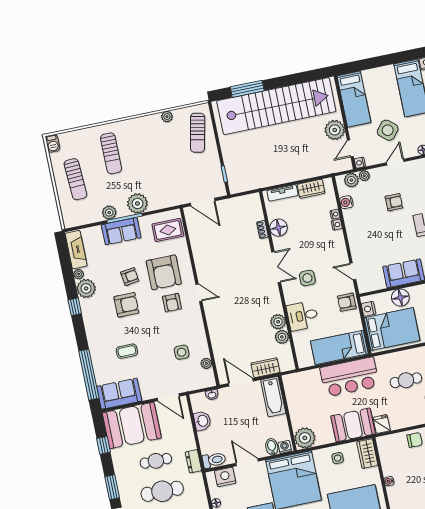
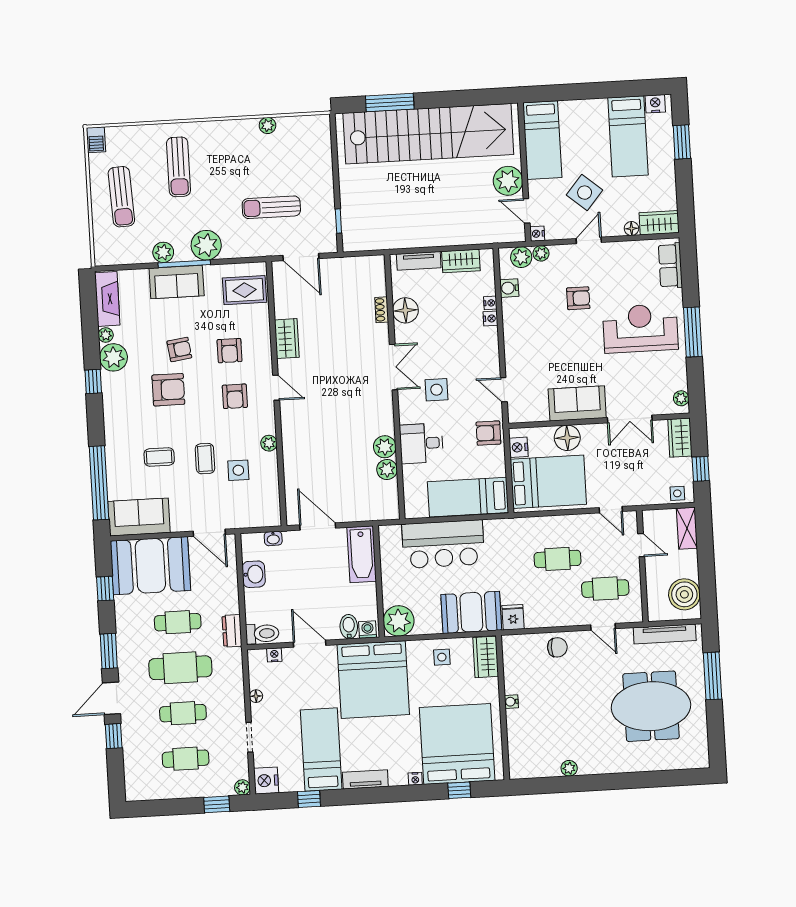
sun lounger: (198, 133) -> (271, 207), moved, turned 78
door: (350, 148) -> (527, 211), hinge flipped
armchair: (164, 272) -> (230, 351), width x0.53, depth x0.53
coffee table: (158, 348) -> (205, 459), added
plant: (206, 363) -> (269, 443), moved
wardrobe: (265, 368) -> (287, 339), moved, turned 90
bar counter: (350, 377) -> (443, 544), moved
nightstand: (225, 477) -> (274, 655), width x0.53, depth x0.56

